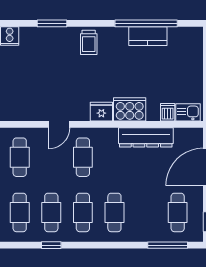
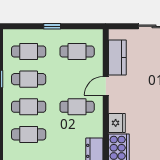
kitchen counter: (27, 111) -> (117, 57), added
door: (59, 124) -> (106, 86), hinge flipped

